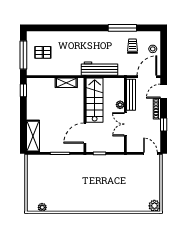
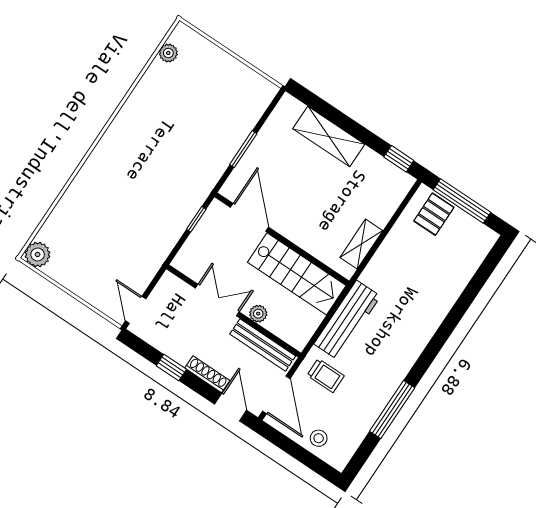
trolley: (132, 46) -> (325, 376), moved
pallet: (43, 52) -> (434, 214), moved
shelving: (33, 136) -> (329, 137), moved
door: (150, 153) -> (136, 310), swing flipped

